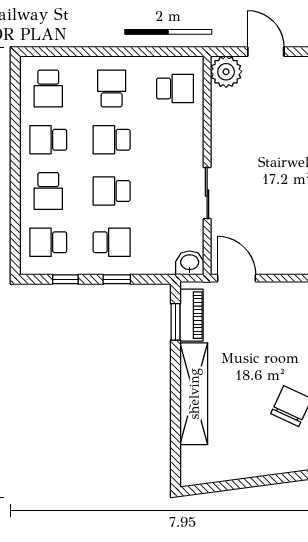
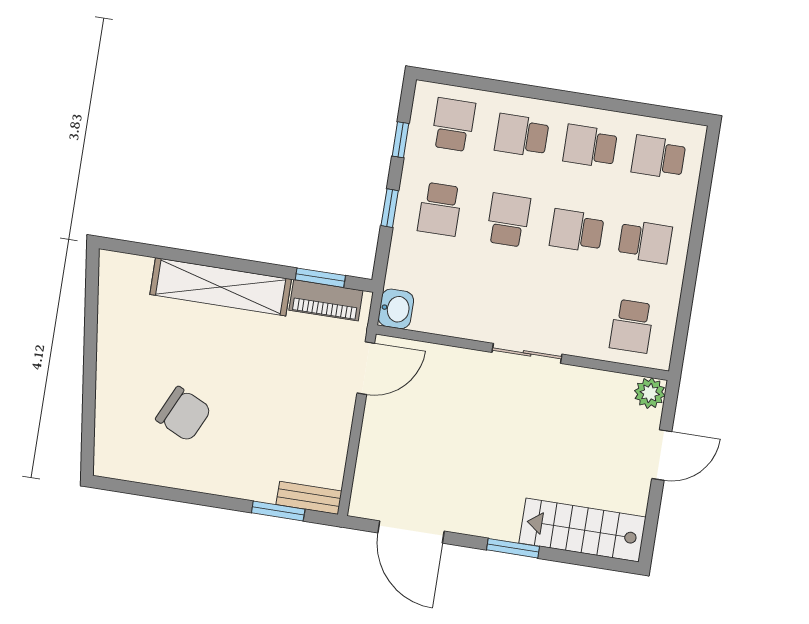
plant: (226, 72) -> (650, 393), width x0.73, depth x0.73
school desk: (48, 140) -> (590, 146), turned -90
school desk: (112, 140) -> (577, 231), turned -90
sliding door: (207, 193) -> (527, 353), moved

